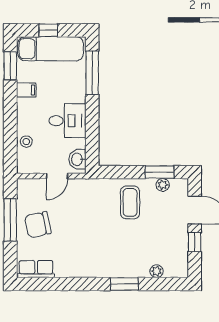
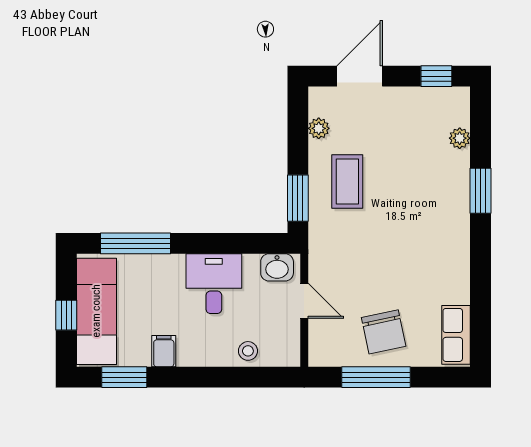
window: (159, 172) -> (298, 198), moved
coffee table: (130, 202) -> (347, 182), turned 90
window: (195, 242) -> (436, 76), moved

